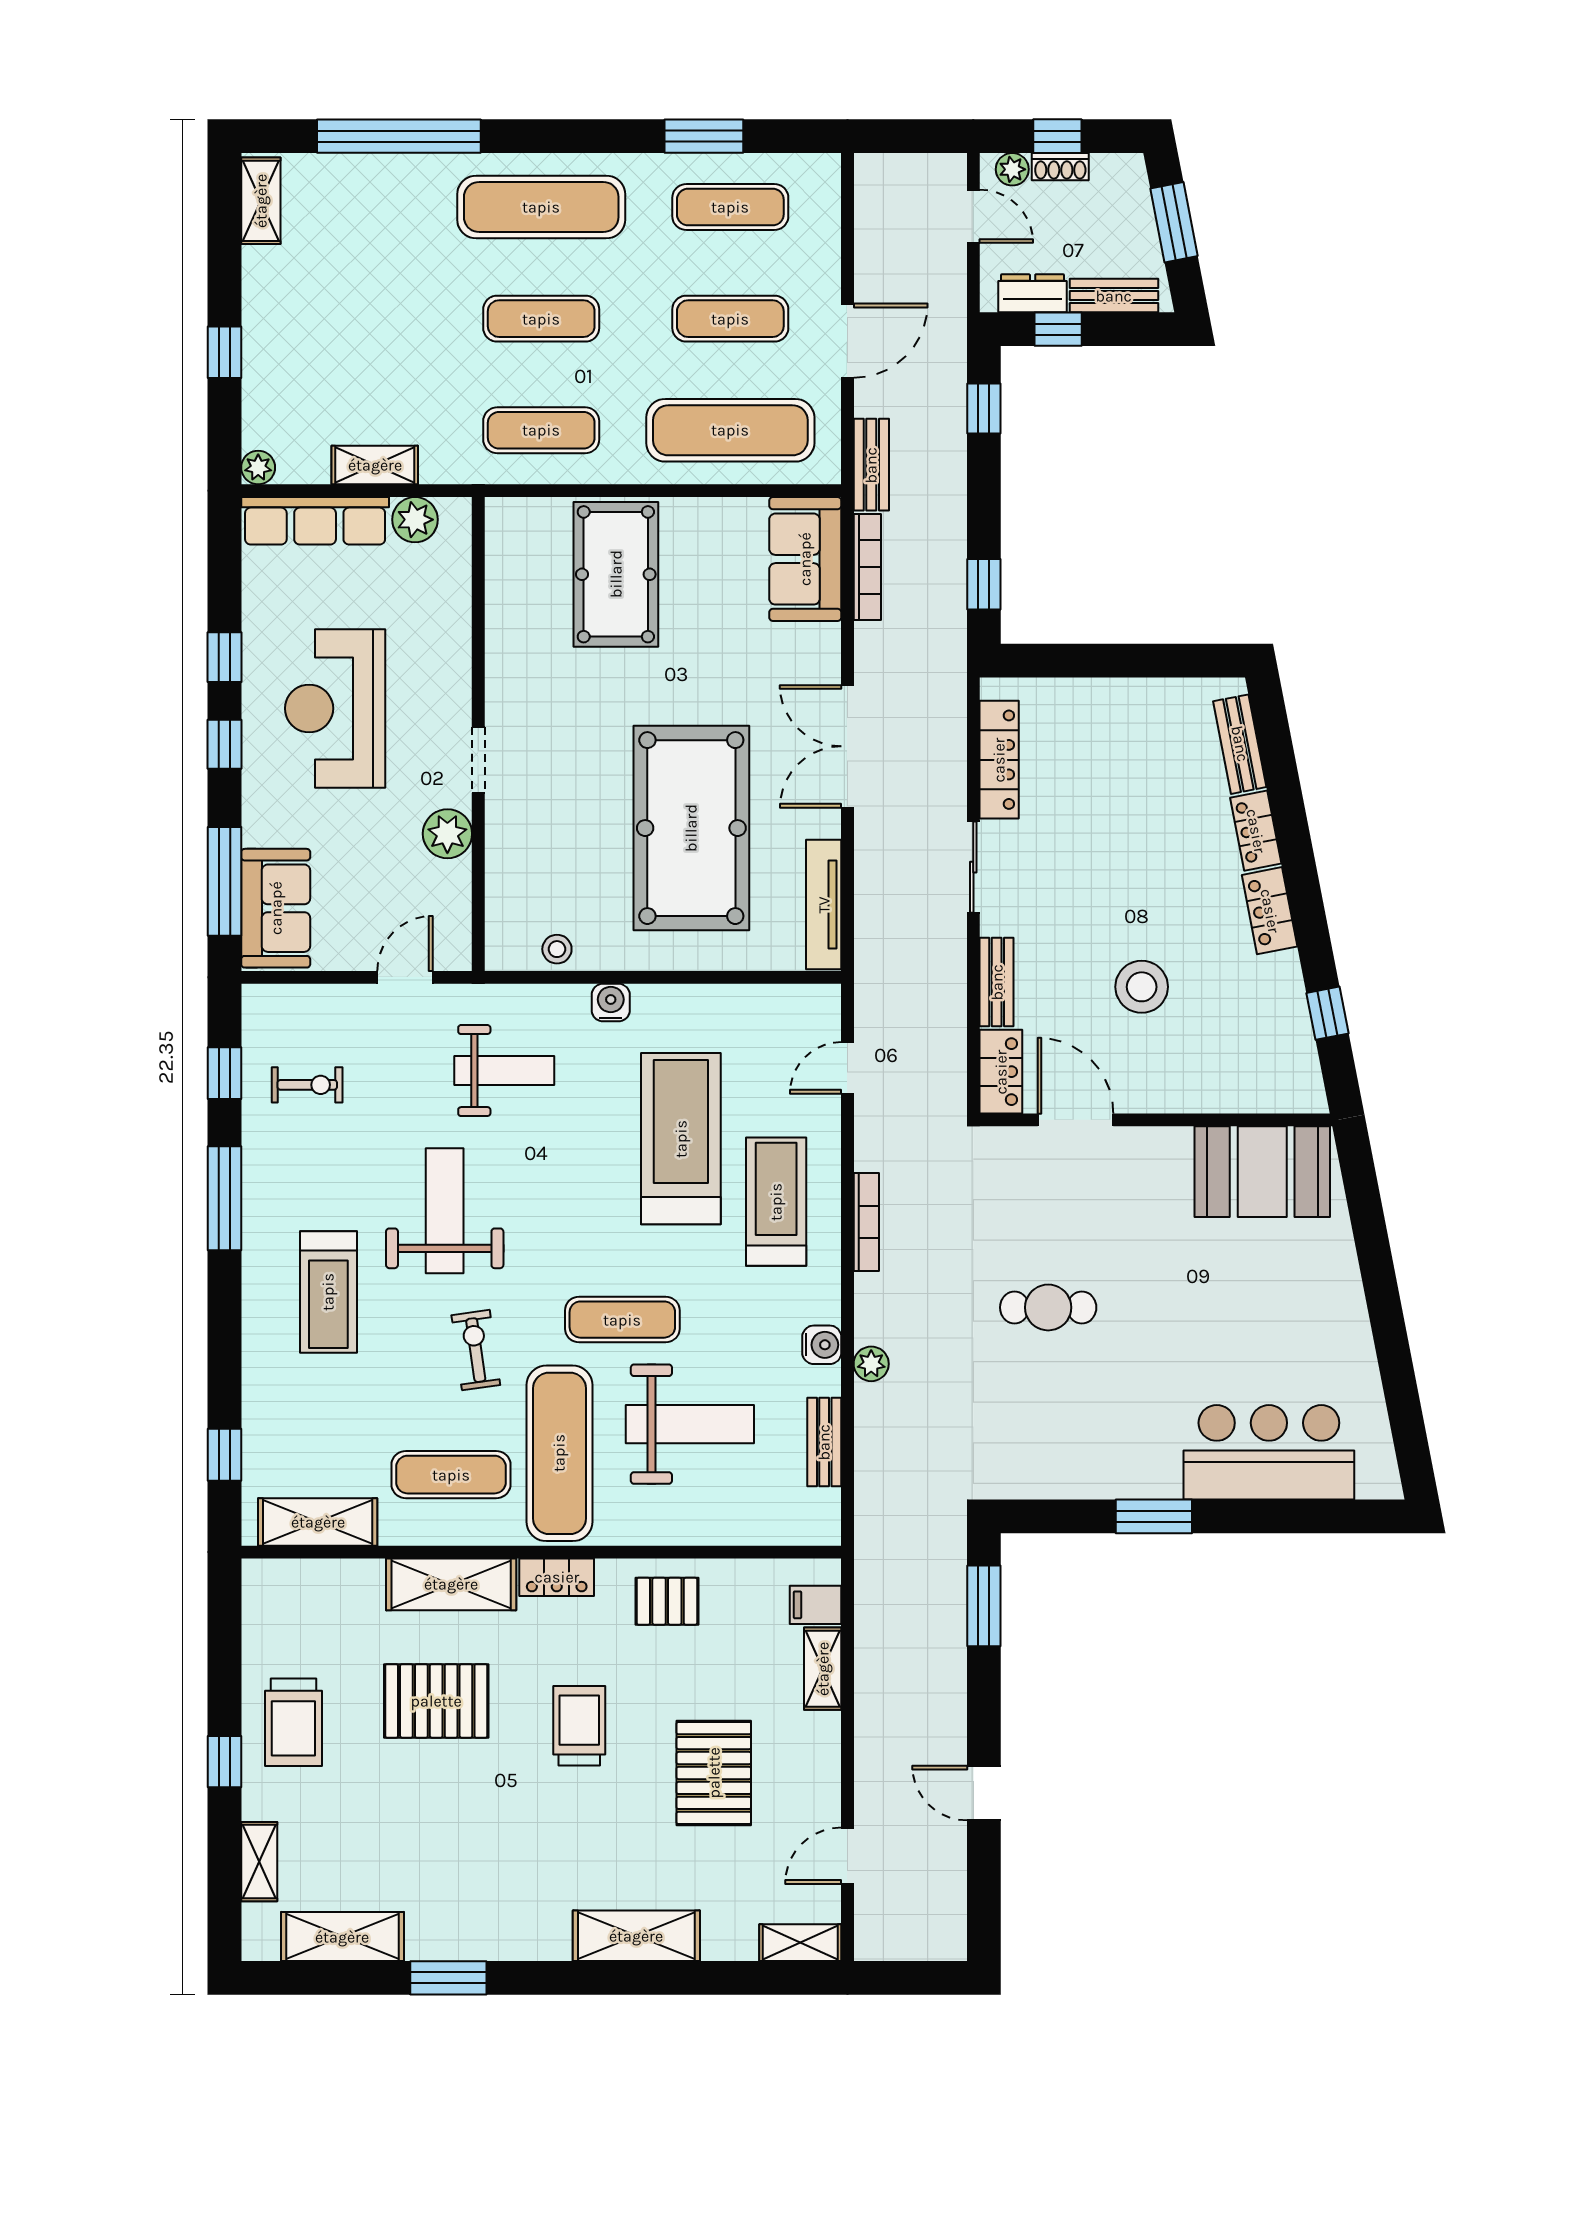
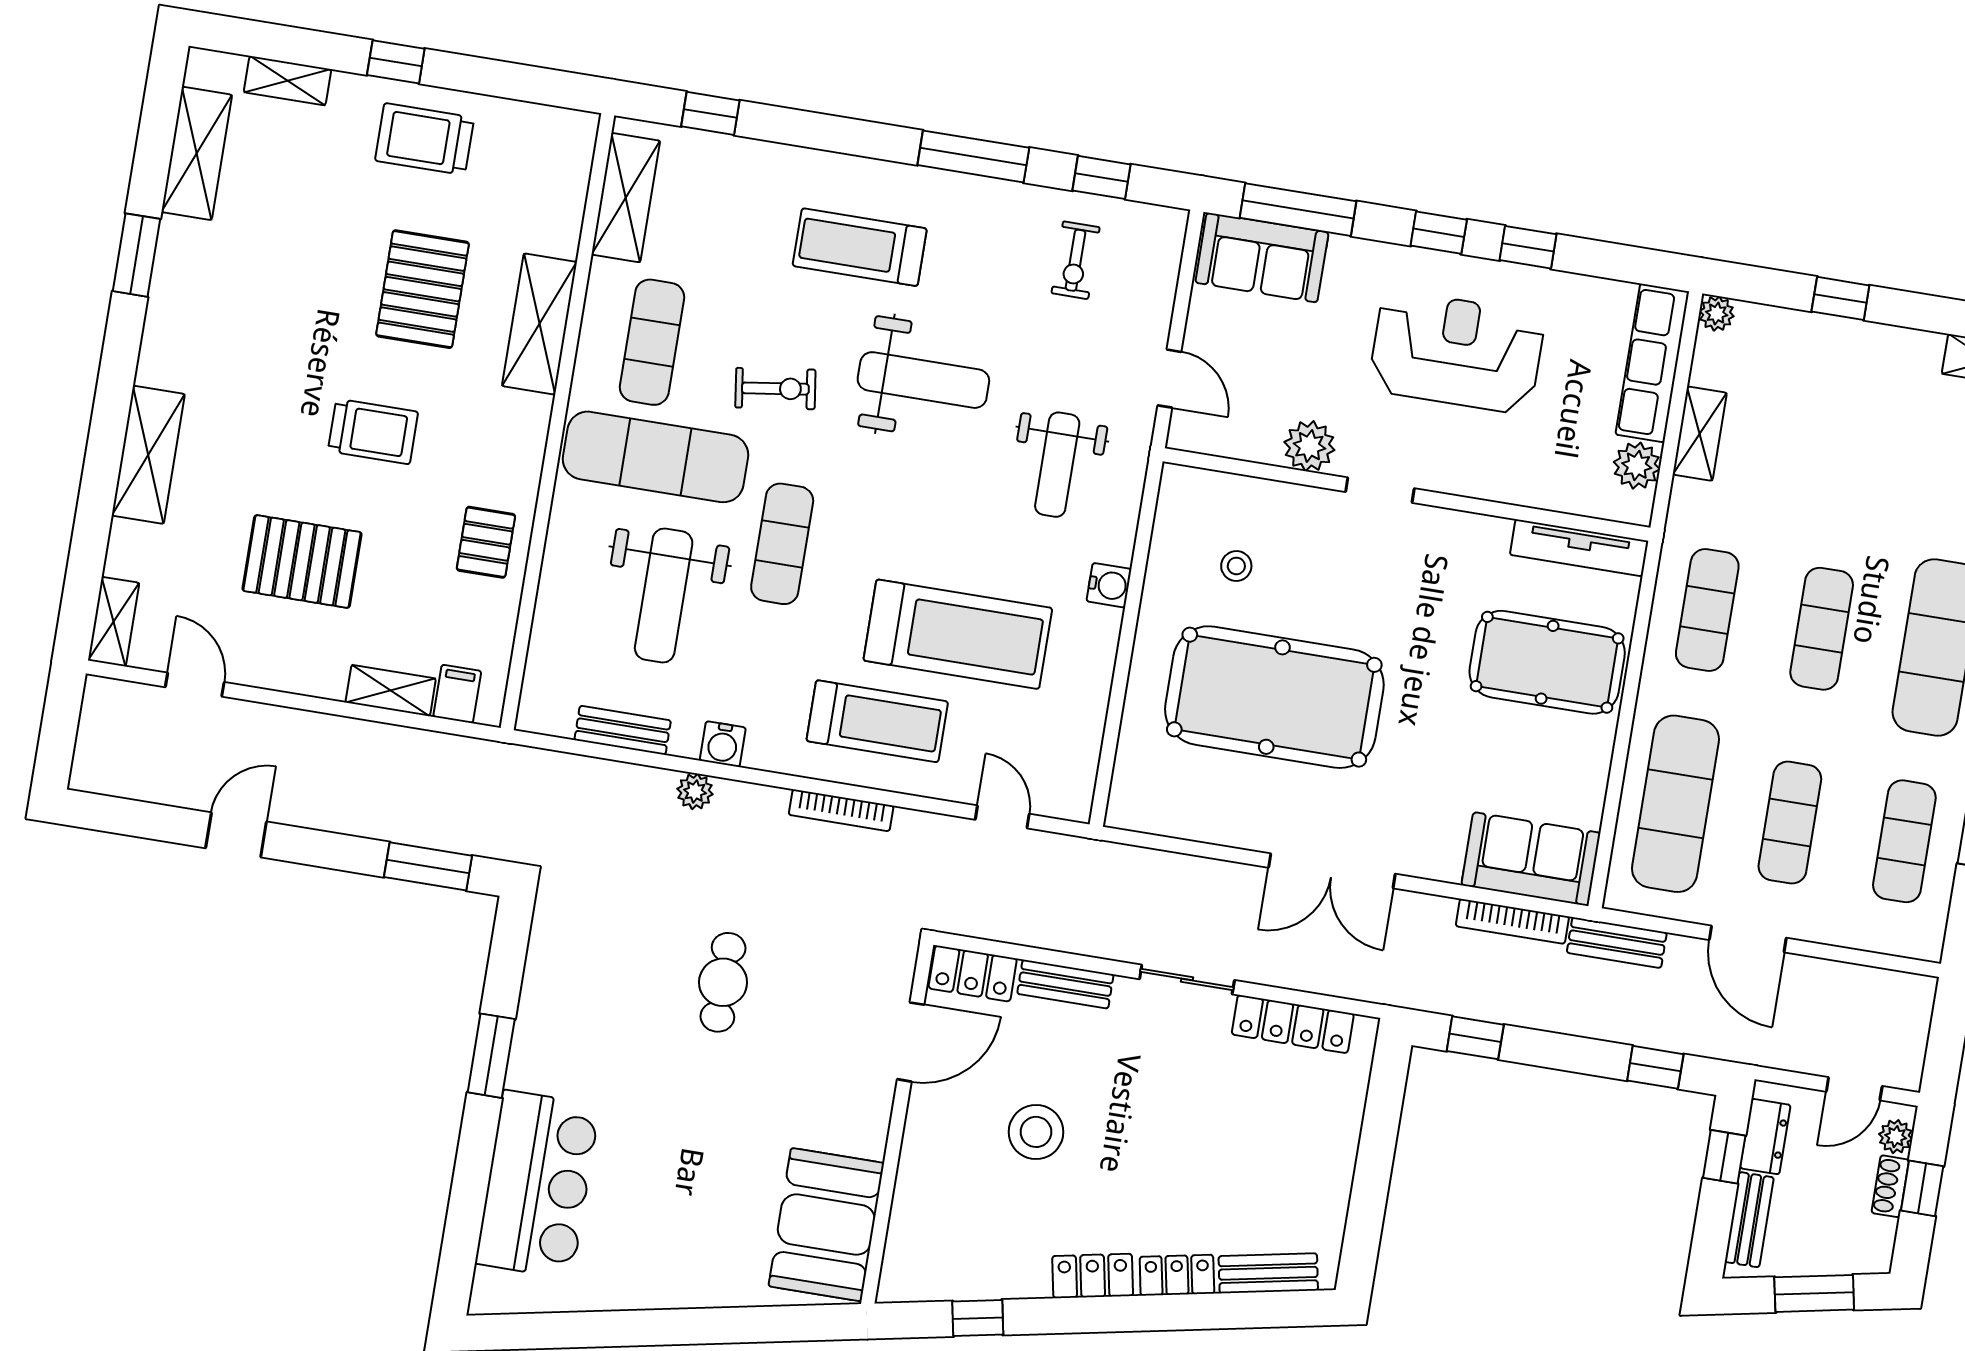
double door: (847, 746) -> (1332, 871), swing flipped
tv unit: (824, 905) -> (1579, 548), moved, turned 180
stool: (557, 949) -> (1236, 566), moved
locker: (557, 1577) -> (529, 433), removed

